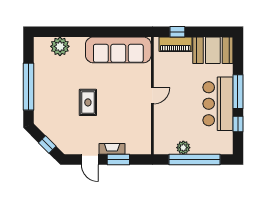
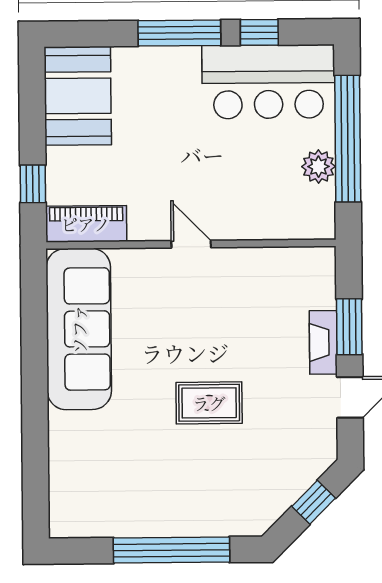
piano: (175, 44) -> (86, 224), moved, turned -90
plant: (60, 46) -> (71, 473), removed
bar counter: (218, 104) -> (268, 82), moved

